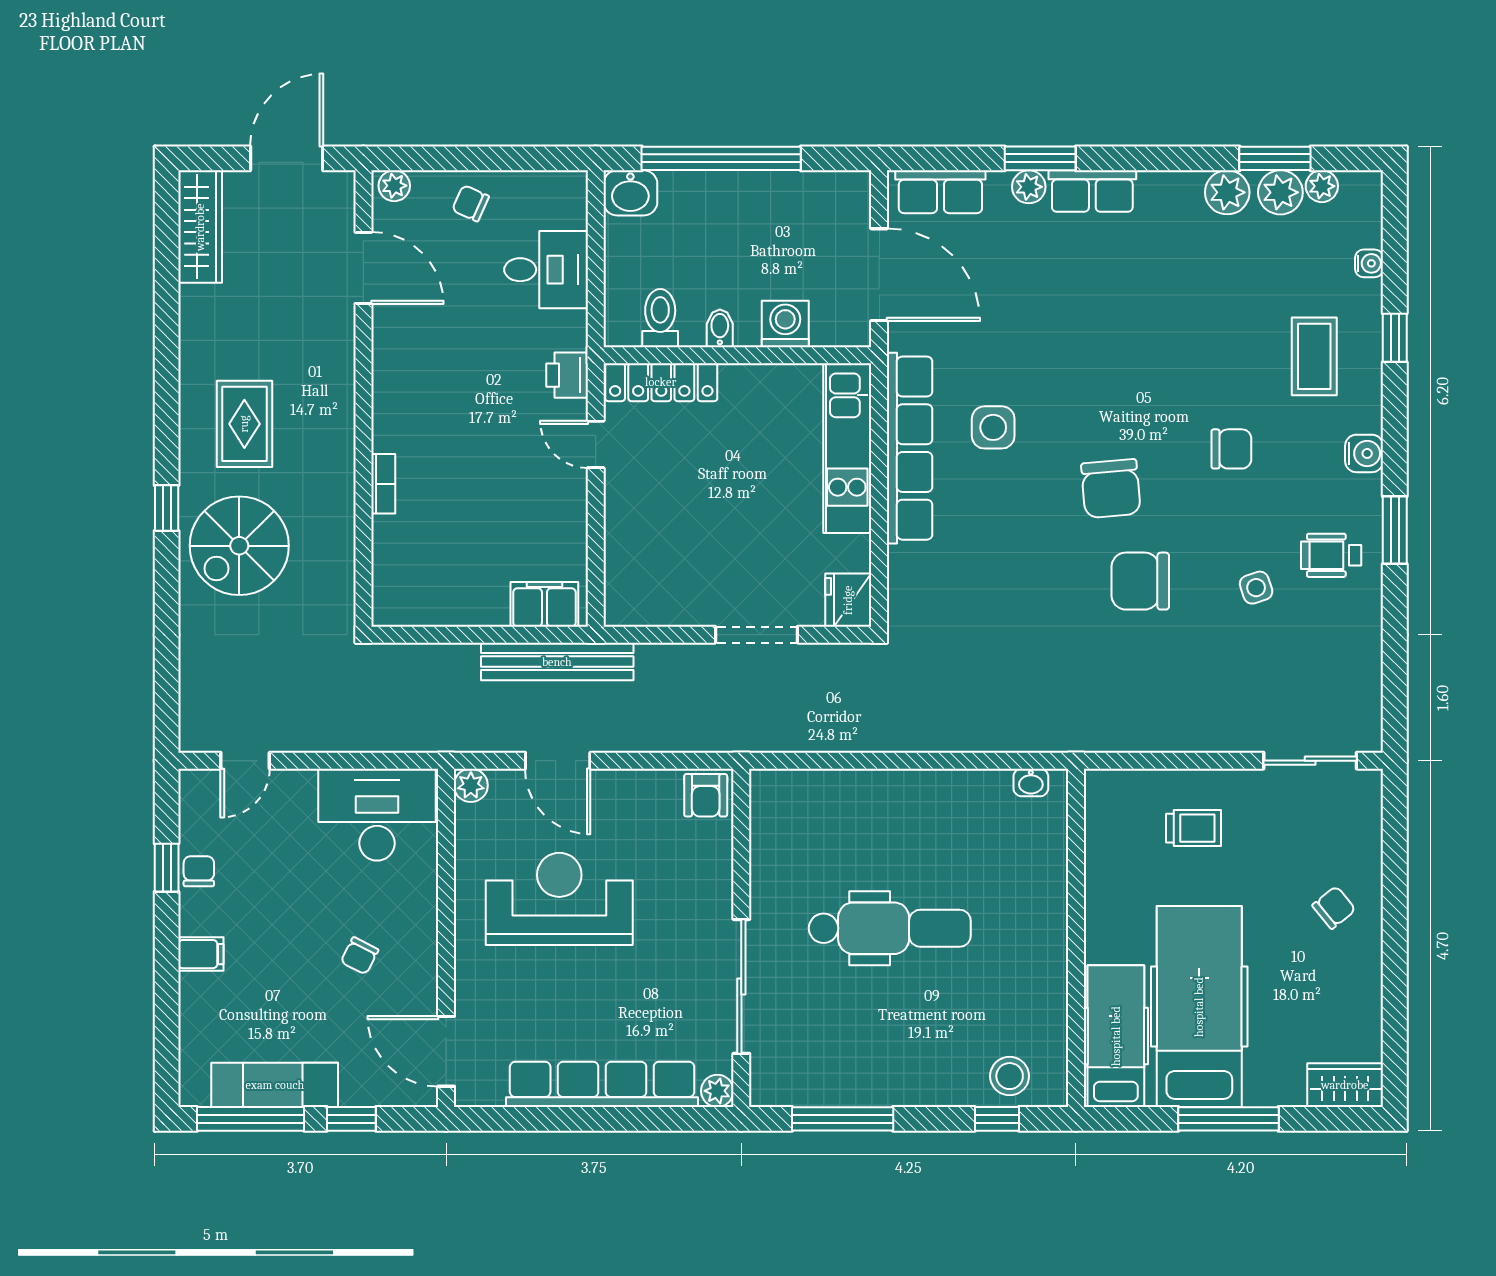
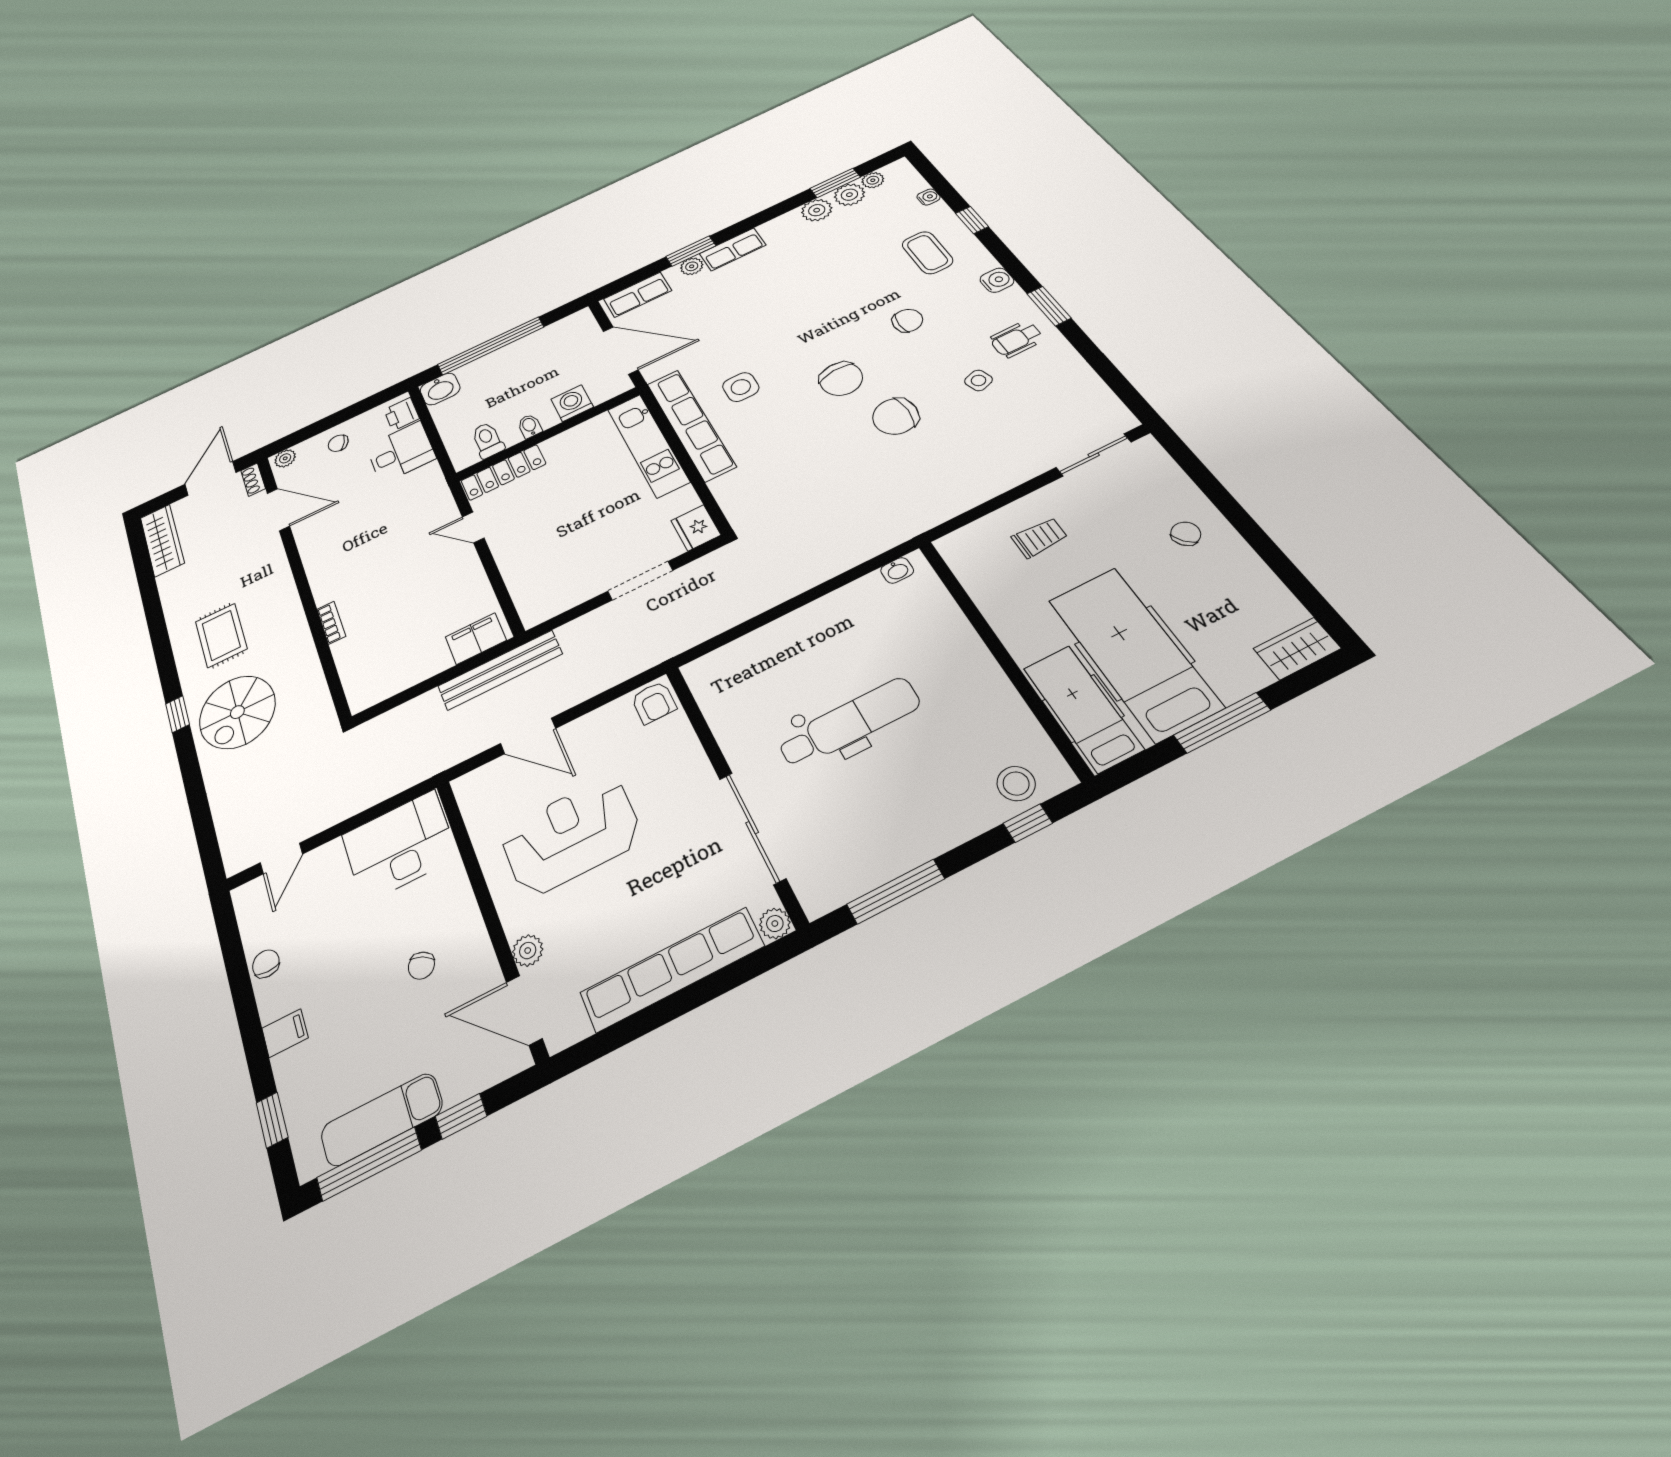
shoe rack: (343, 196) -> (253, 480), added
printer: (567, 375) -> (402, 414), moved
plant: (471, 785) -> (528, 951), moved
window: (167, 868) -> (272, 1120), moved

